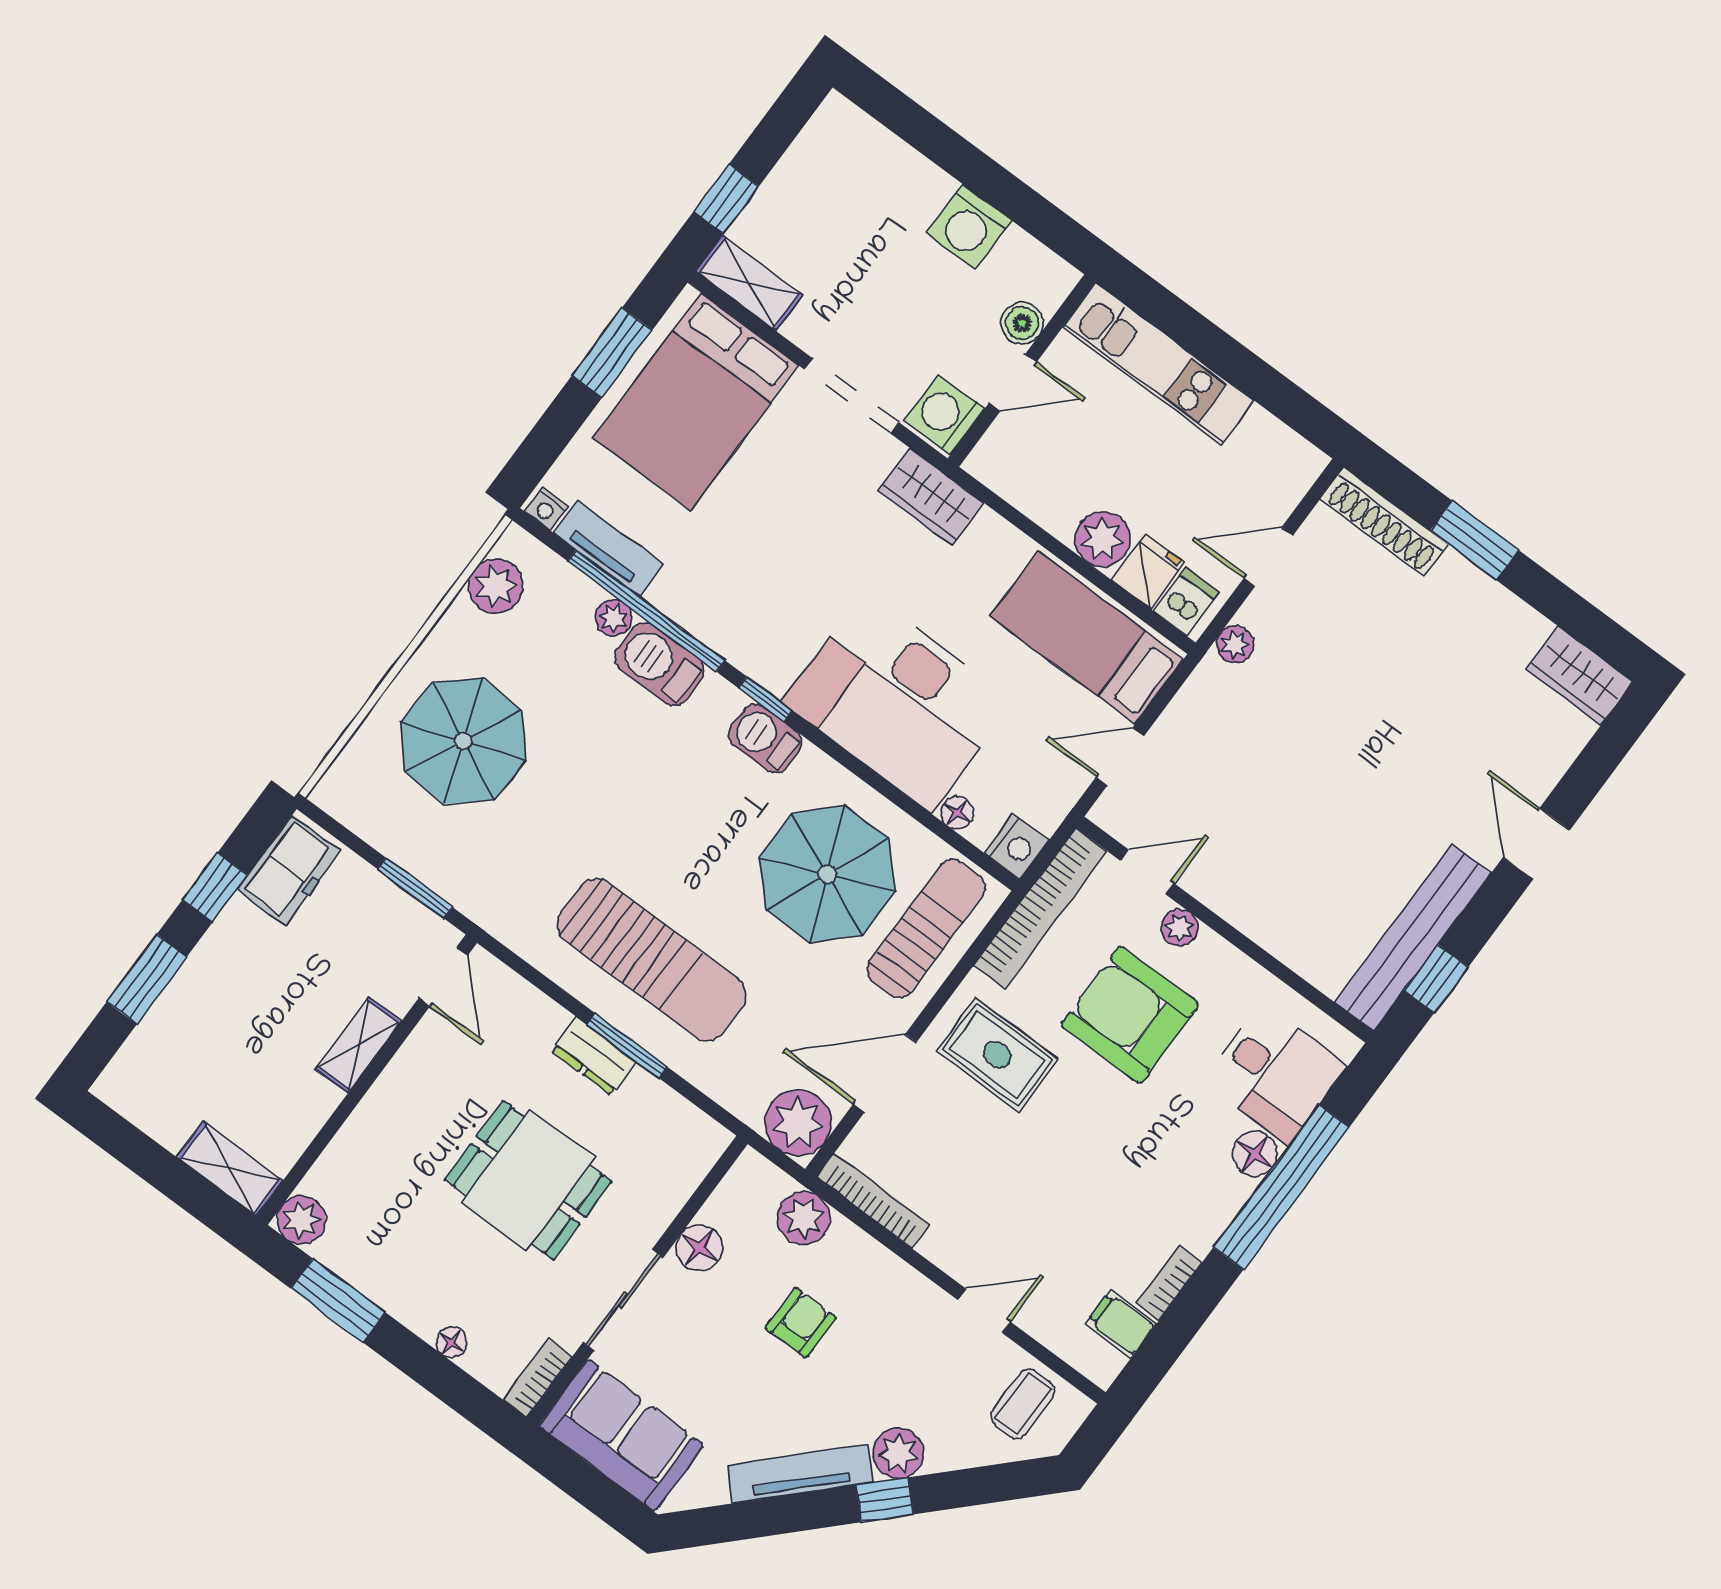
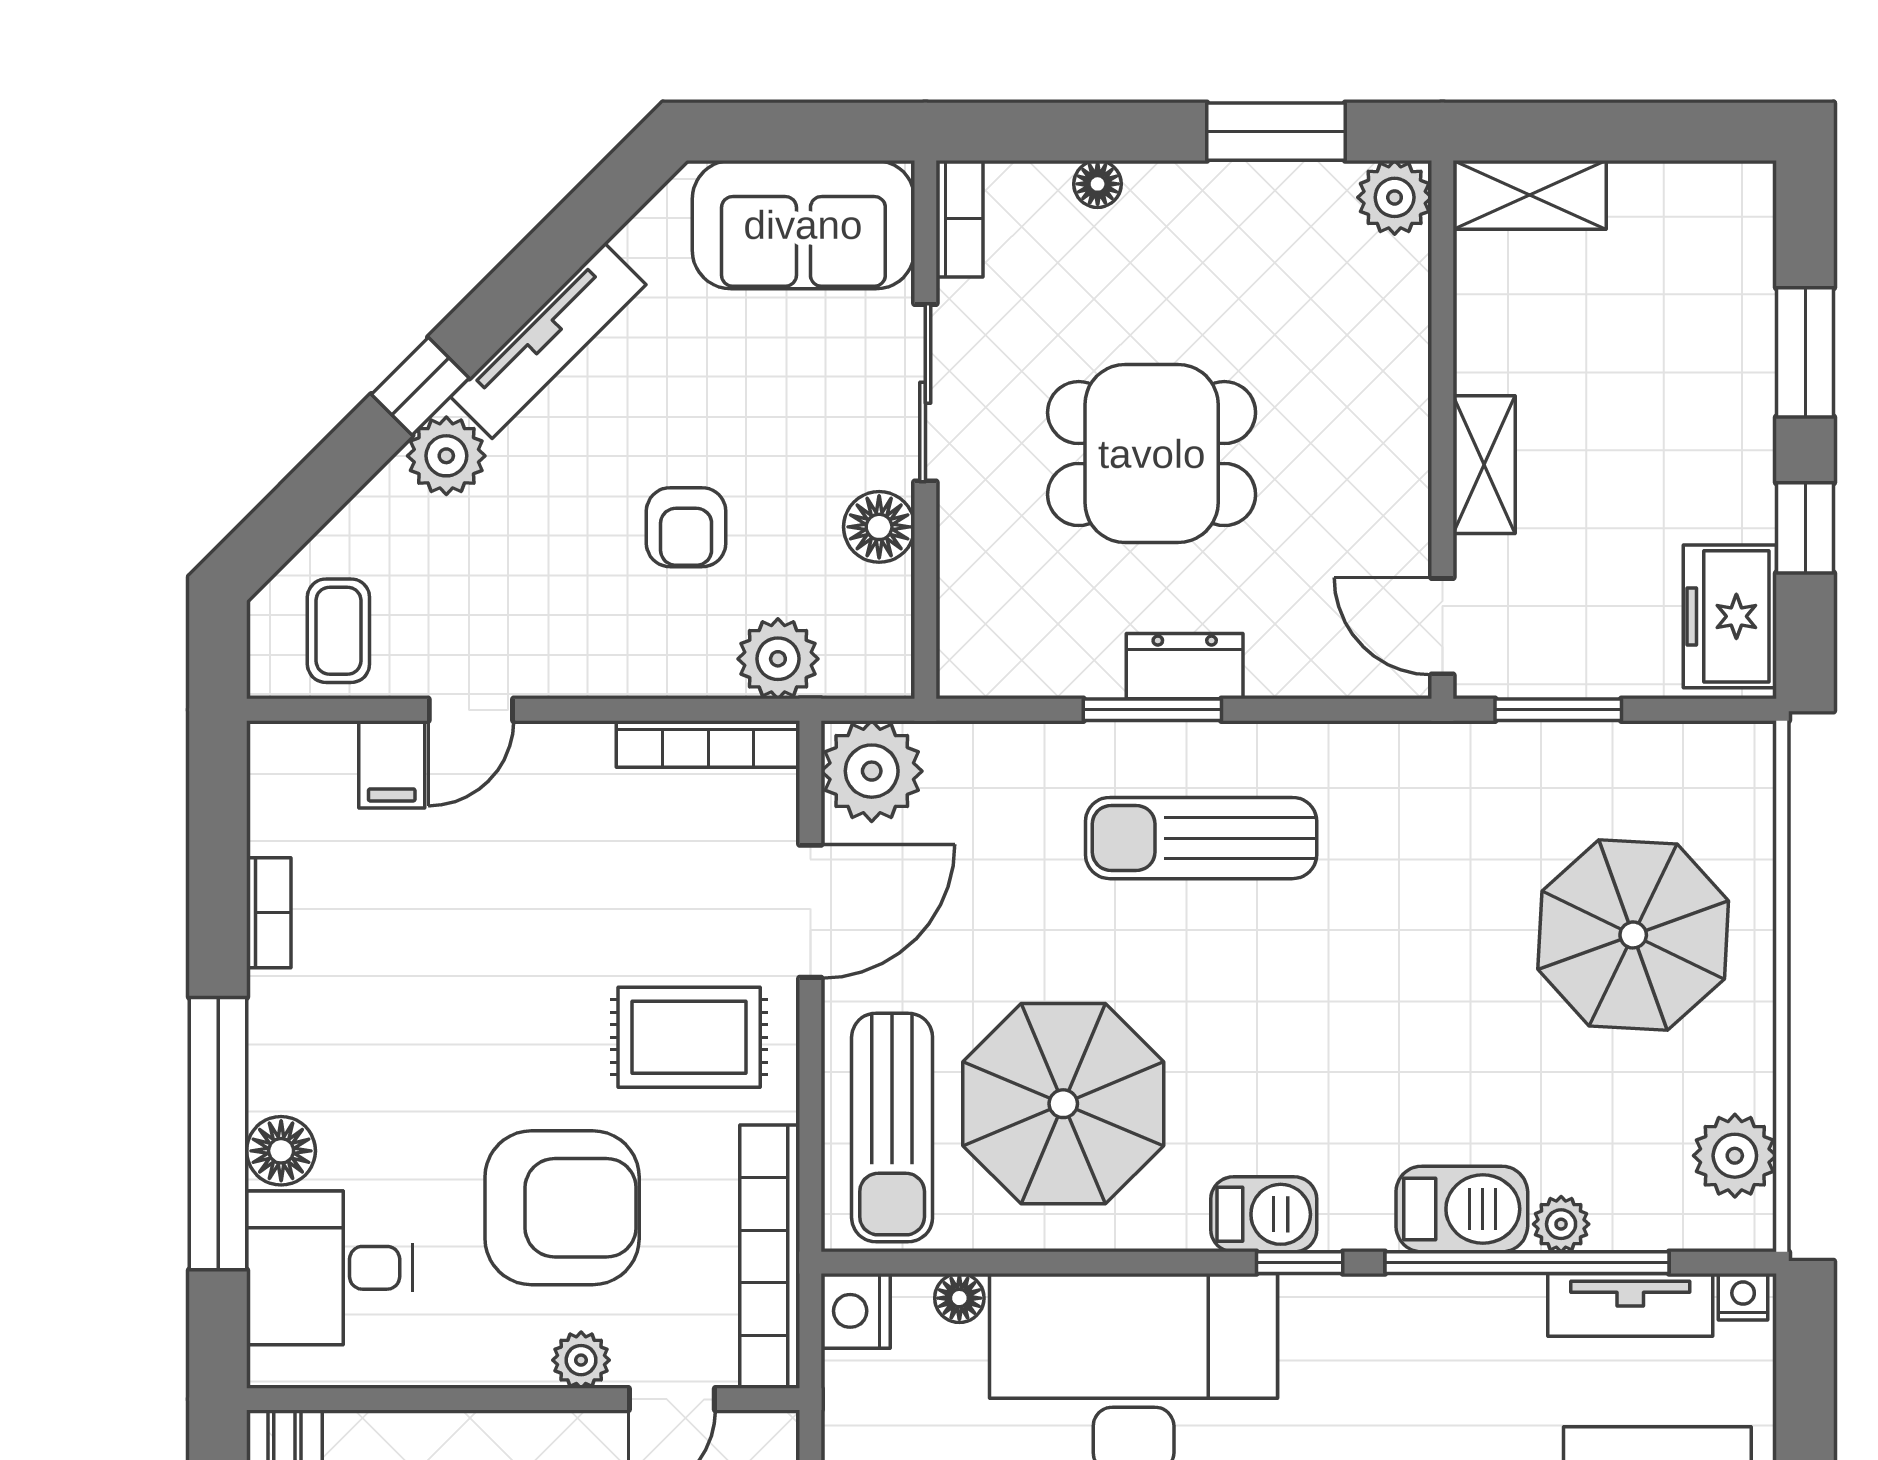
sun lounger: (652, 960) -> (1201, 838), width x0.73, depth x0.75
filing cabinet: (1121, 1324) -> (392, 764), moved, turned 90

